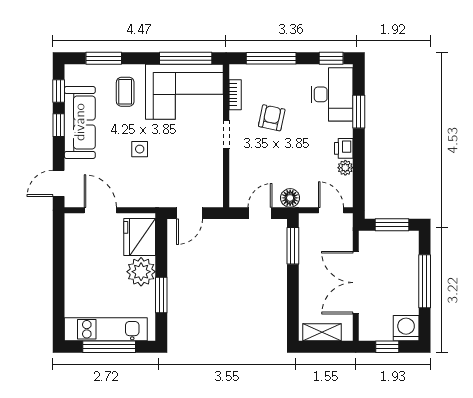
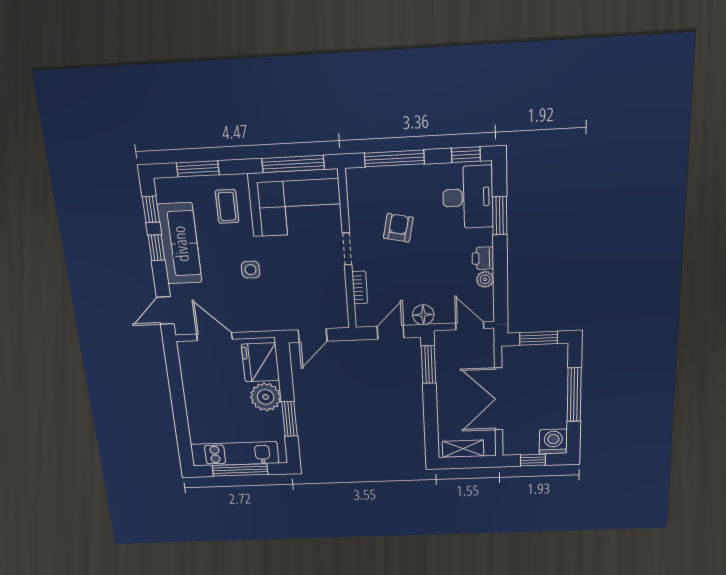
bookcase: (235, 95) -> (360, 287), moved

